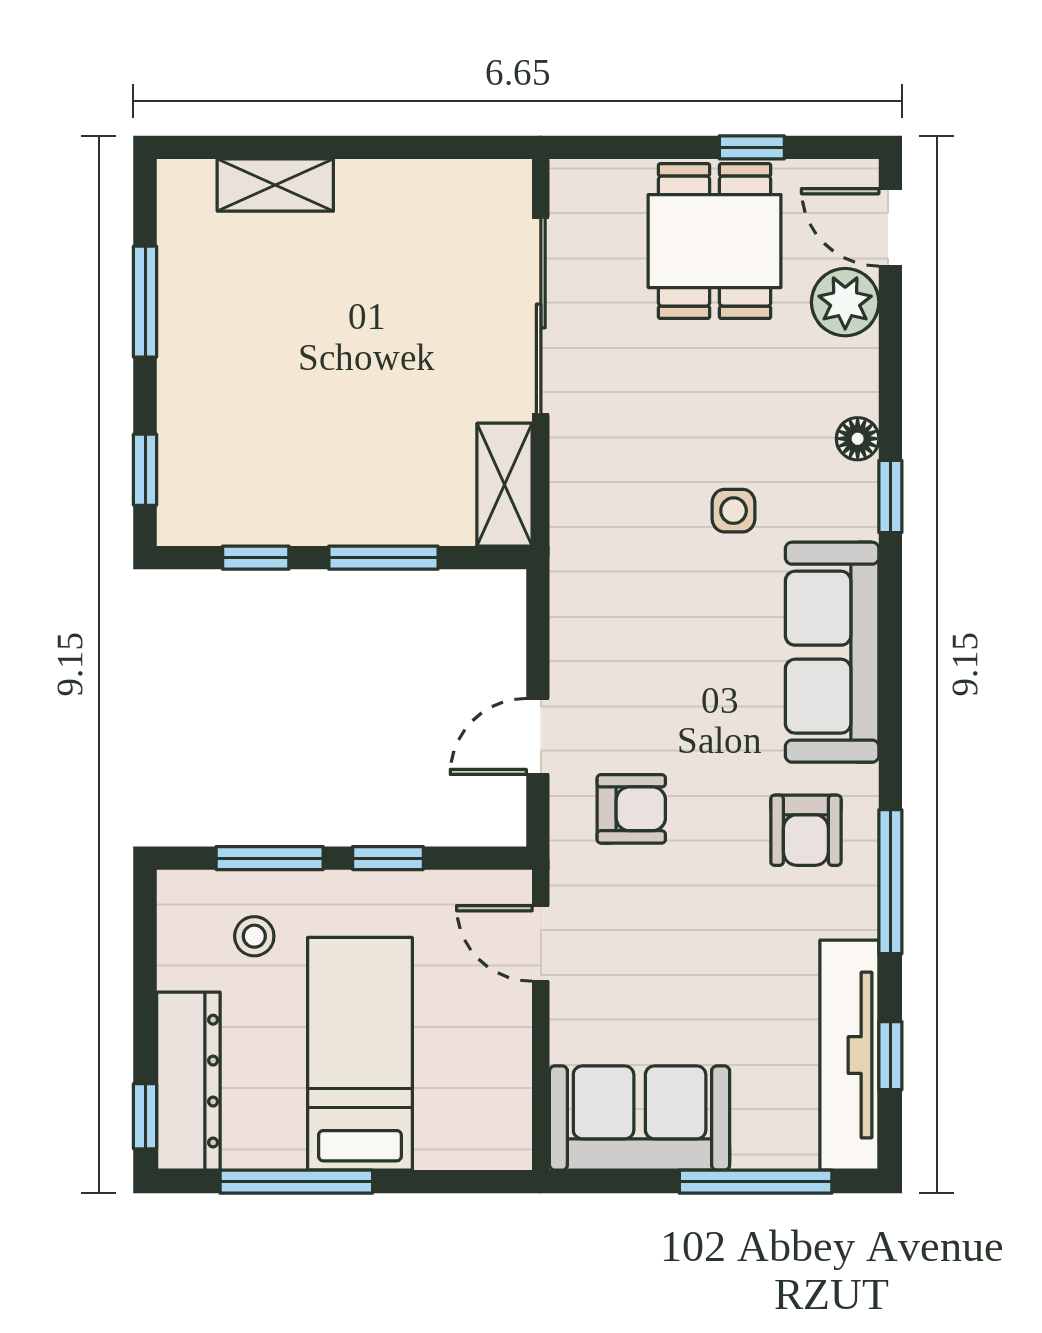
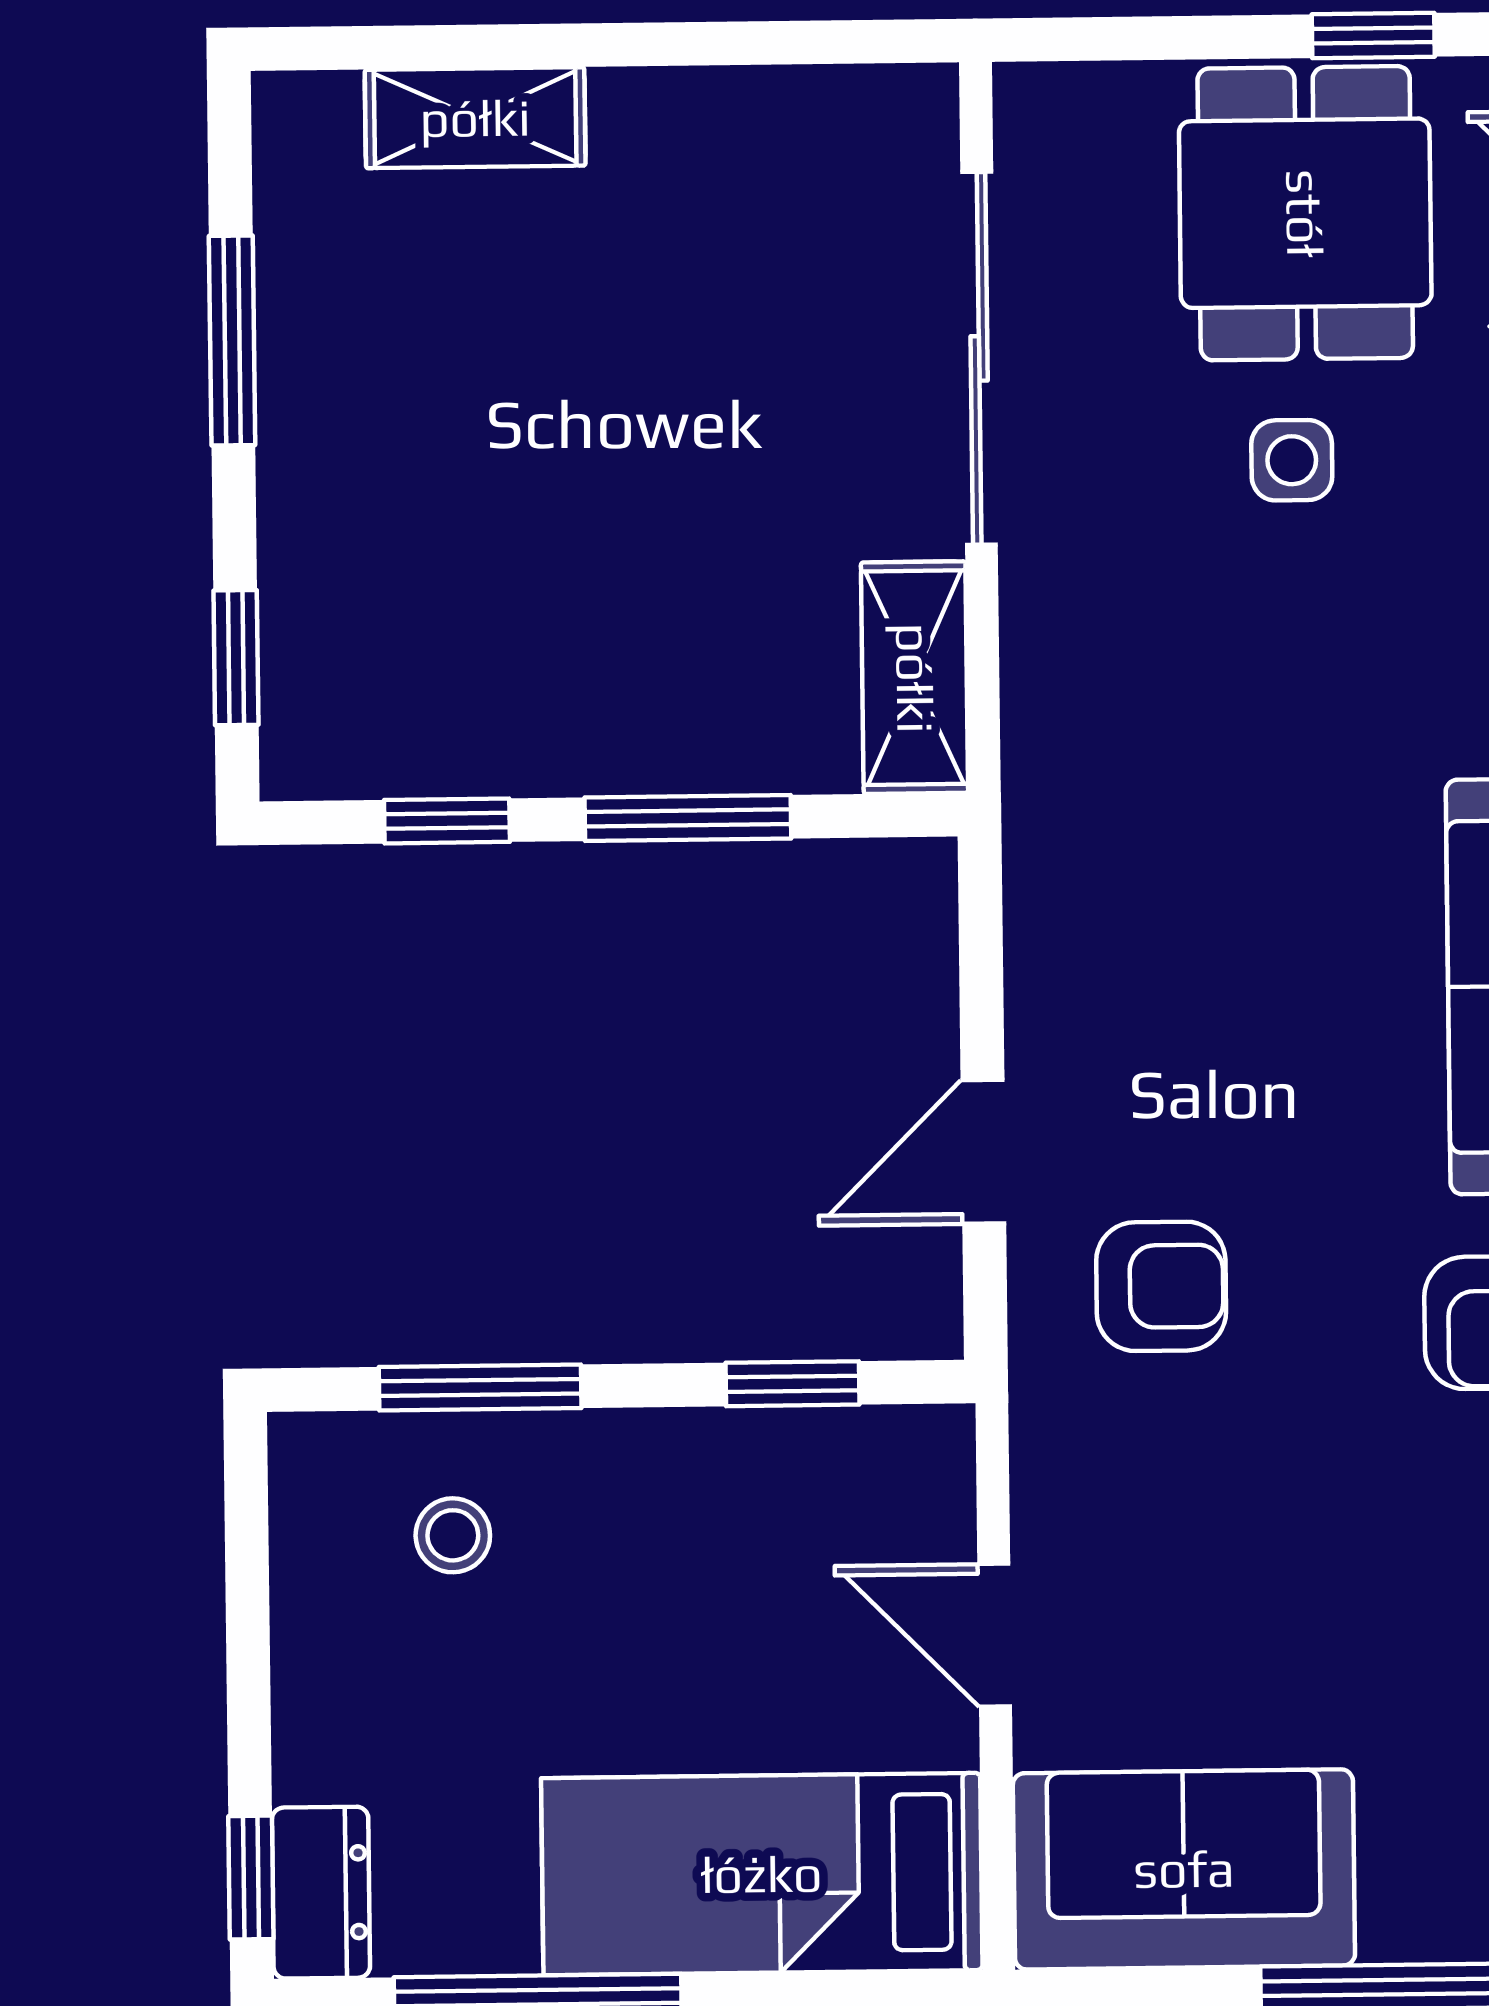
side table: (734, 511) -> (1292, 460), moved
window: (388, 858) -> (792, 1384), moved
door: (541, 943) -> (995, 1635), moved
bed: (360, 1054) -> (762, 1874), moved, turned -90
dresser: (188, 1081) -> (321, 1893), width x0.51, depth x0.80

